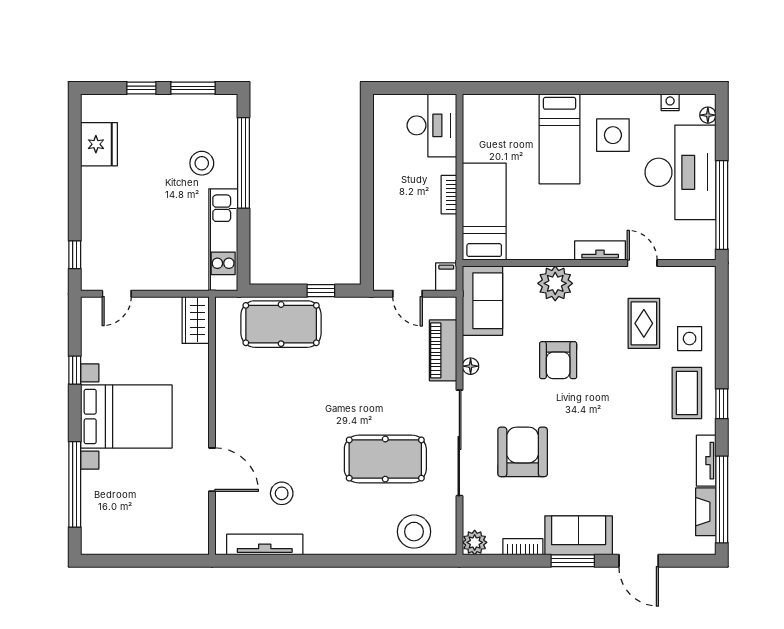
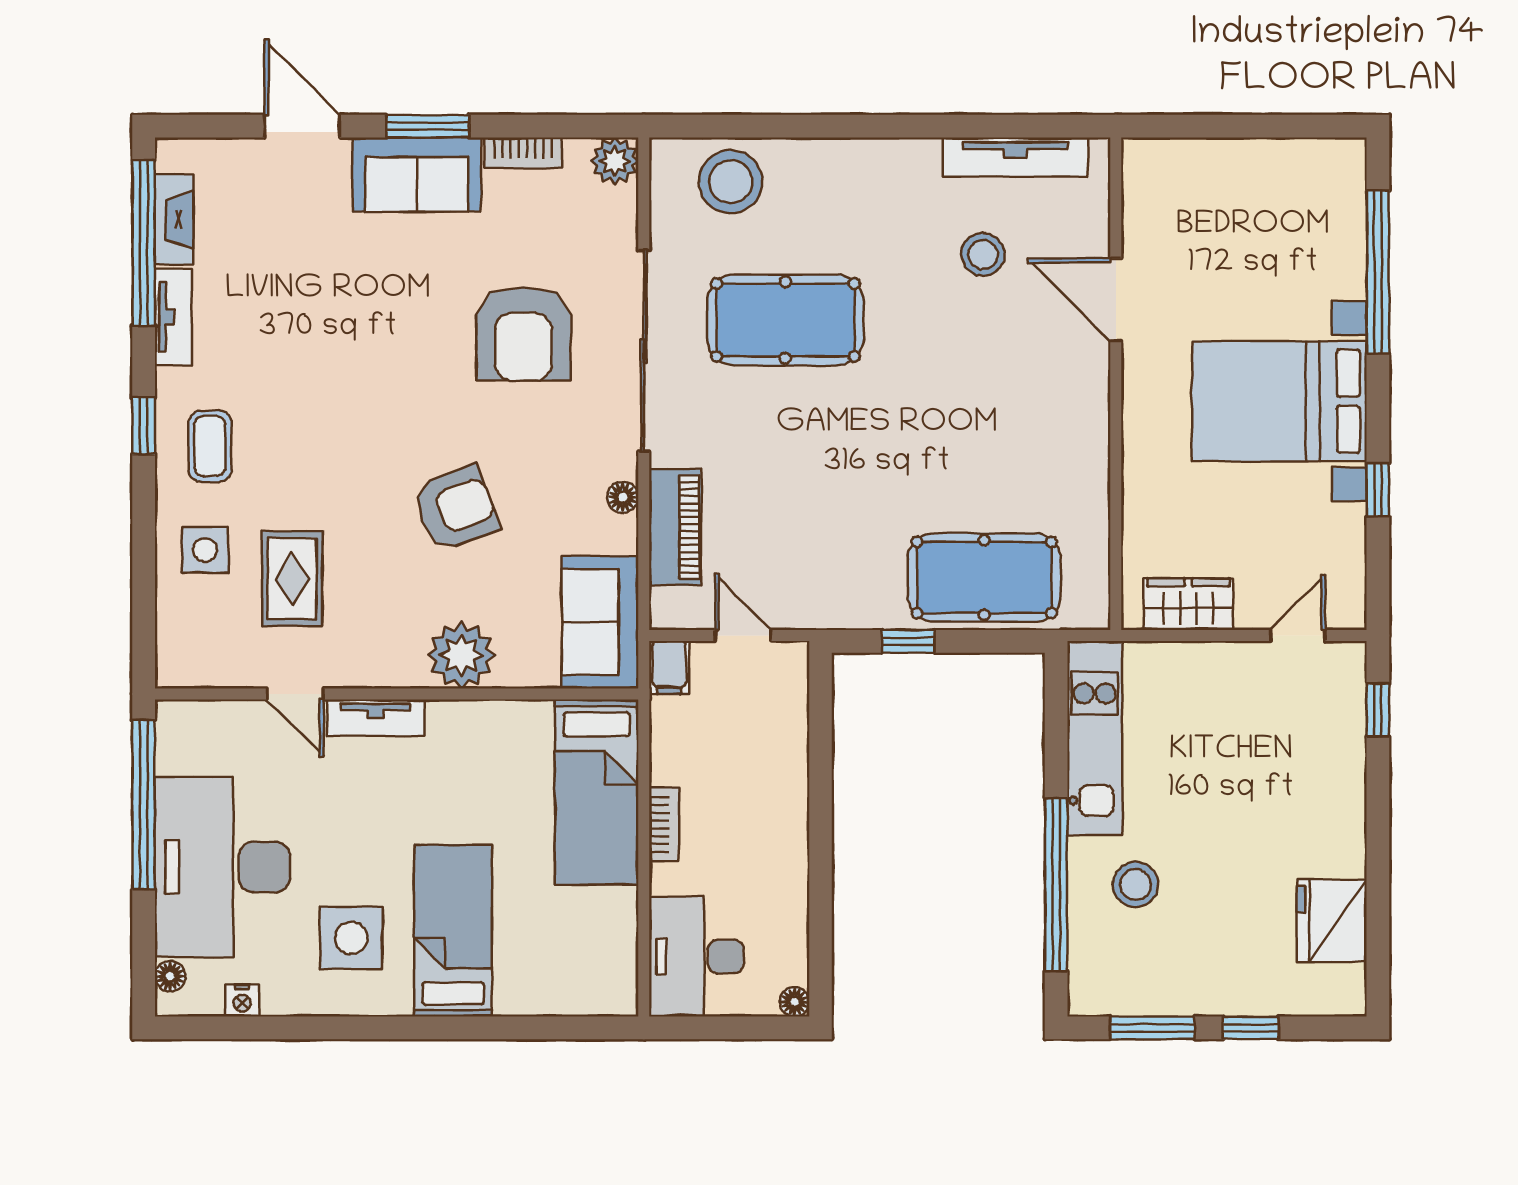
floor lamp: (381, 102) -> (794, 1002), added
wardrobe: (196, 320) -> (1188, 604), moved, turned -90
armchair: (558, 360) -> (456, 509), turned 69
coffee table: (687, 393) -> (210, 446), width x0.73, depth x0.77

